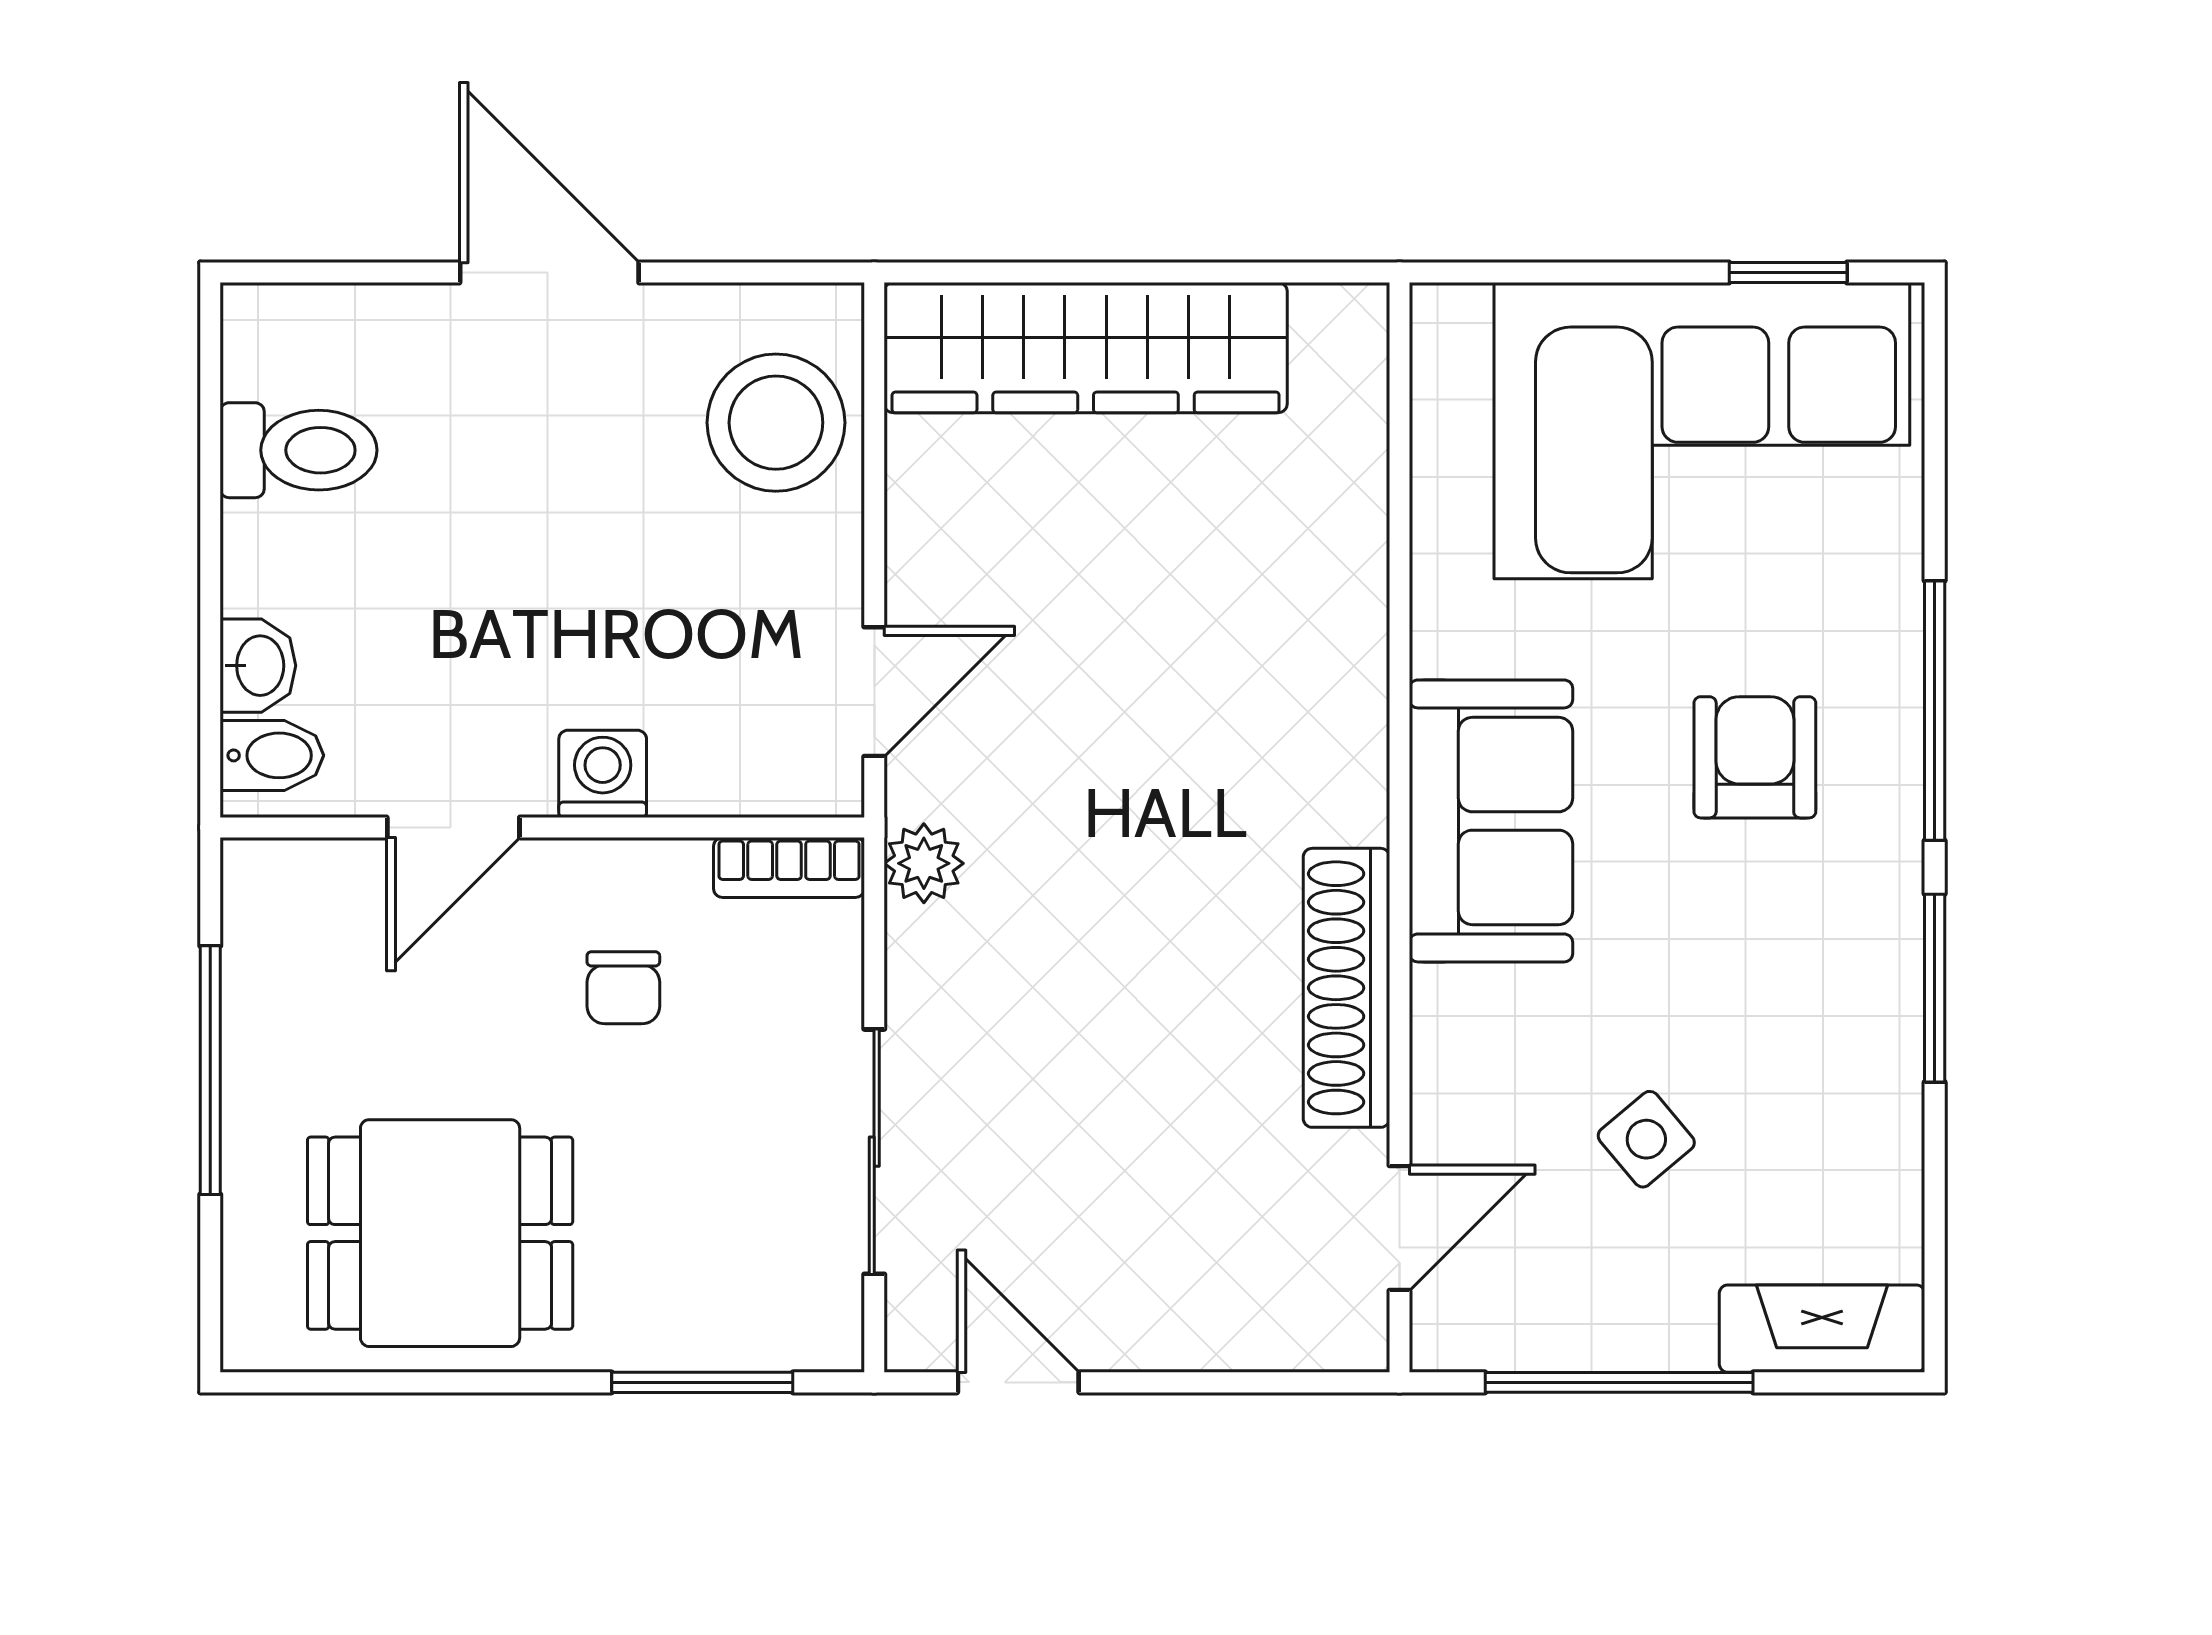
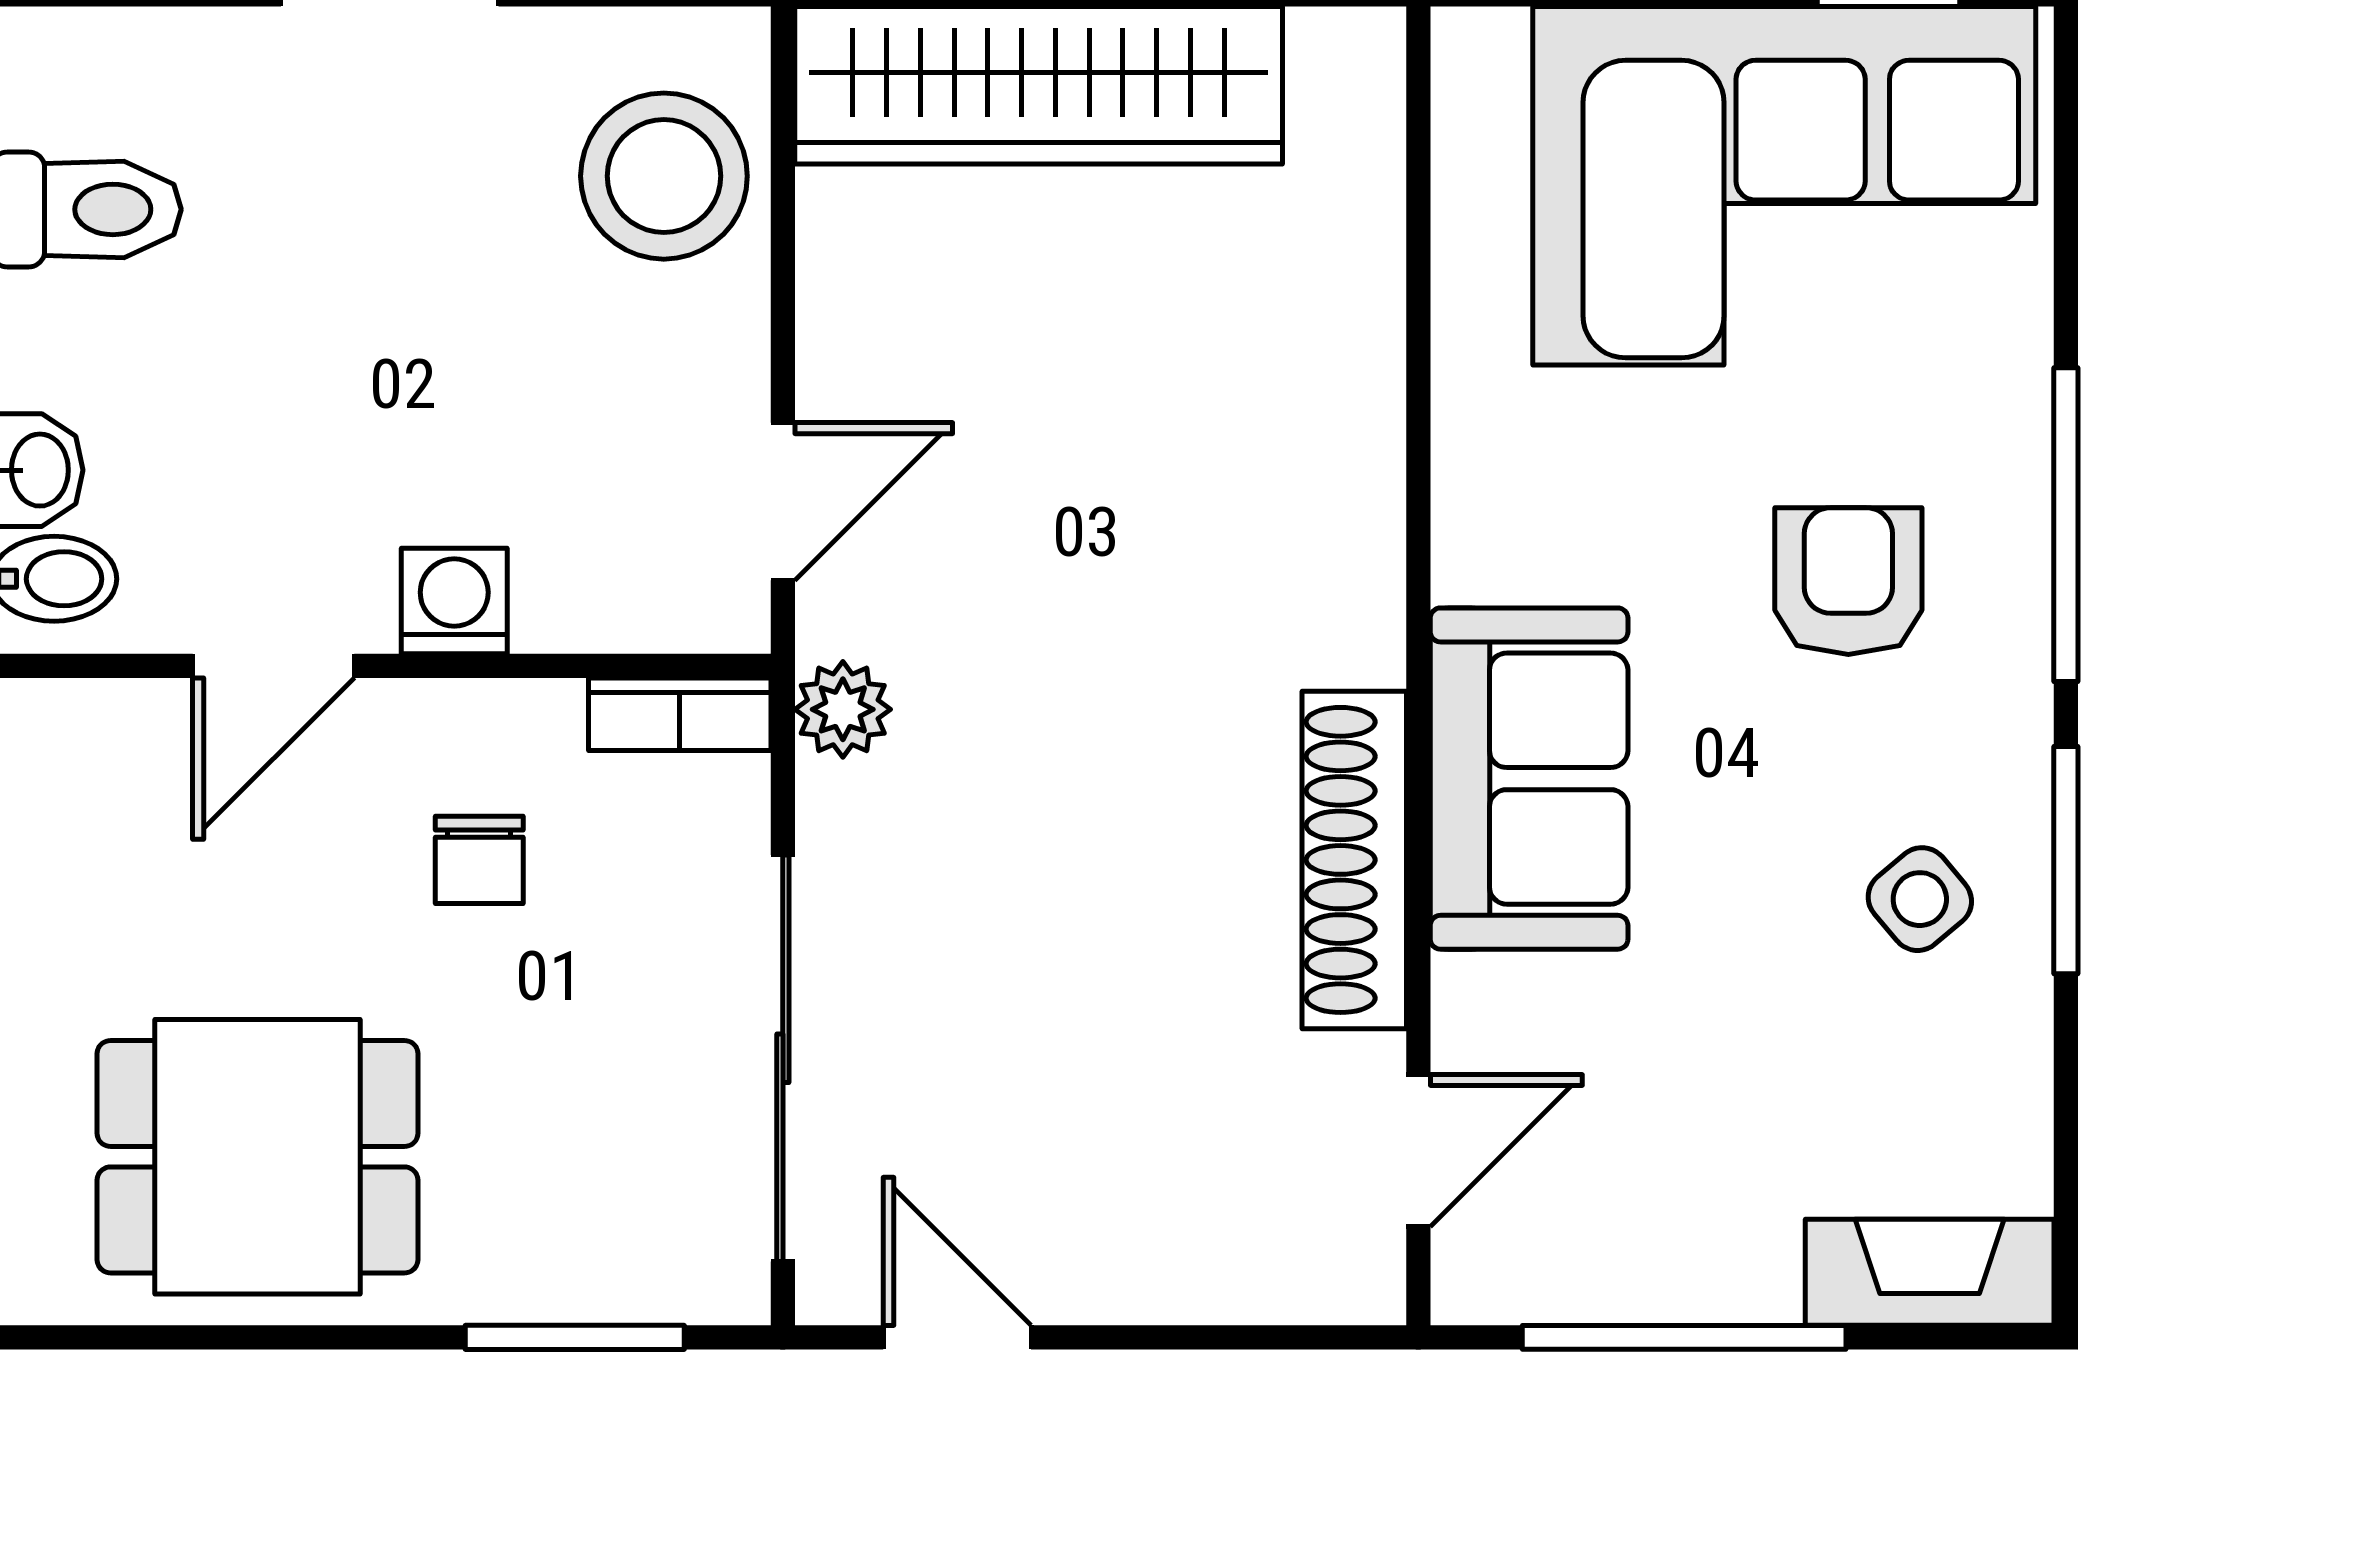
sofa: (1491, 821) -> (1529, 779), moved
side table: (1646, 1139) -> (1920, 899), moved
sliding door: (874, 1152) -> (783, 1058), width x1.37

